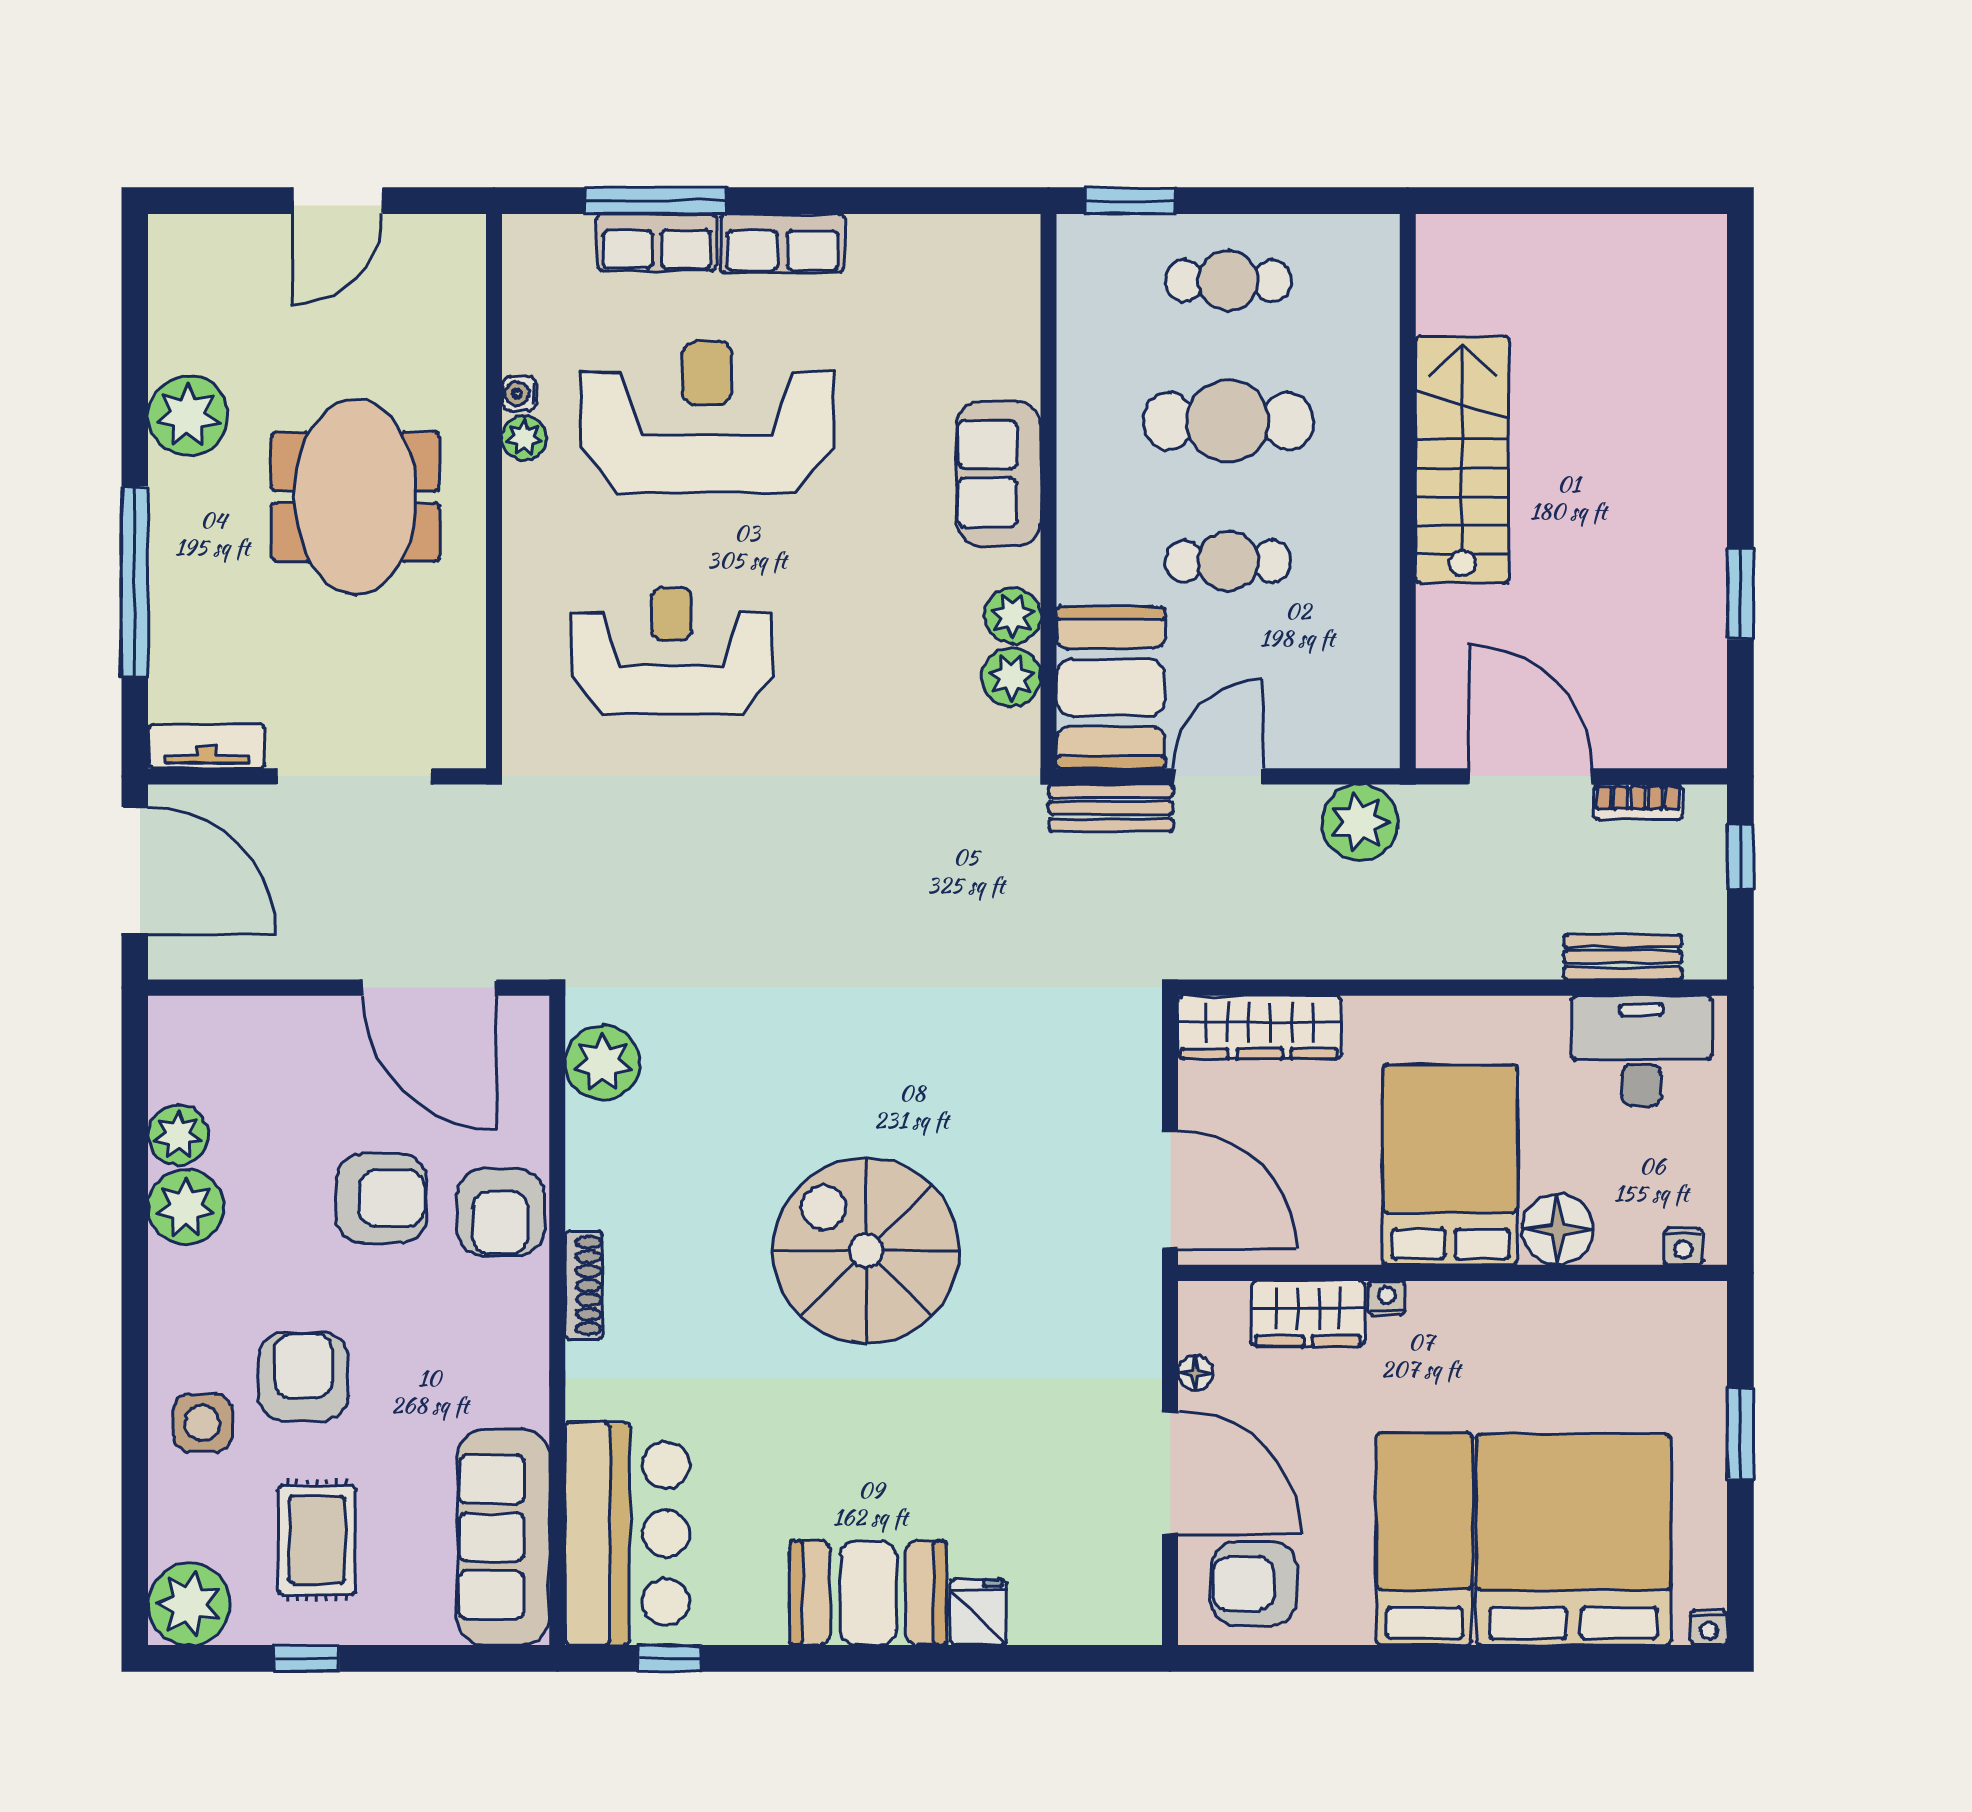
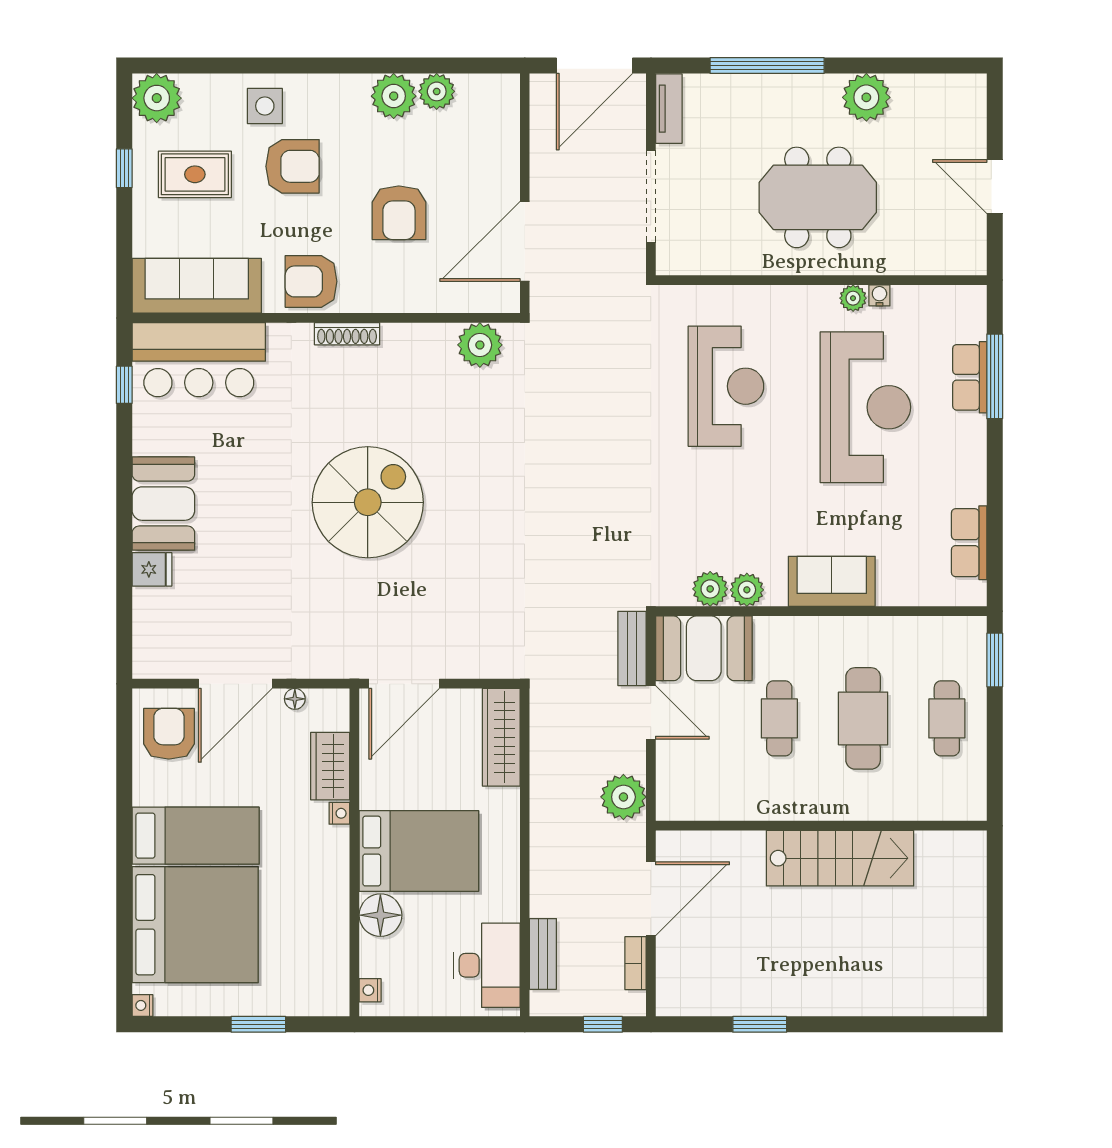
row of seats: (782, 243) -> (969, 543), moved
armchair: (500, 1212) -> (311, 281), moved

